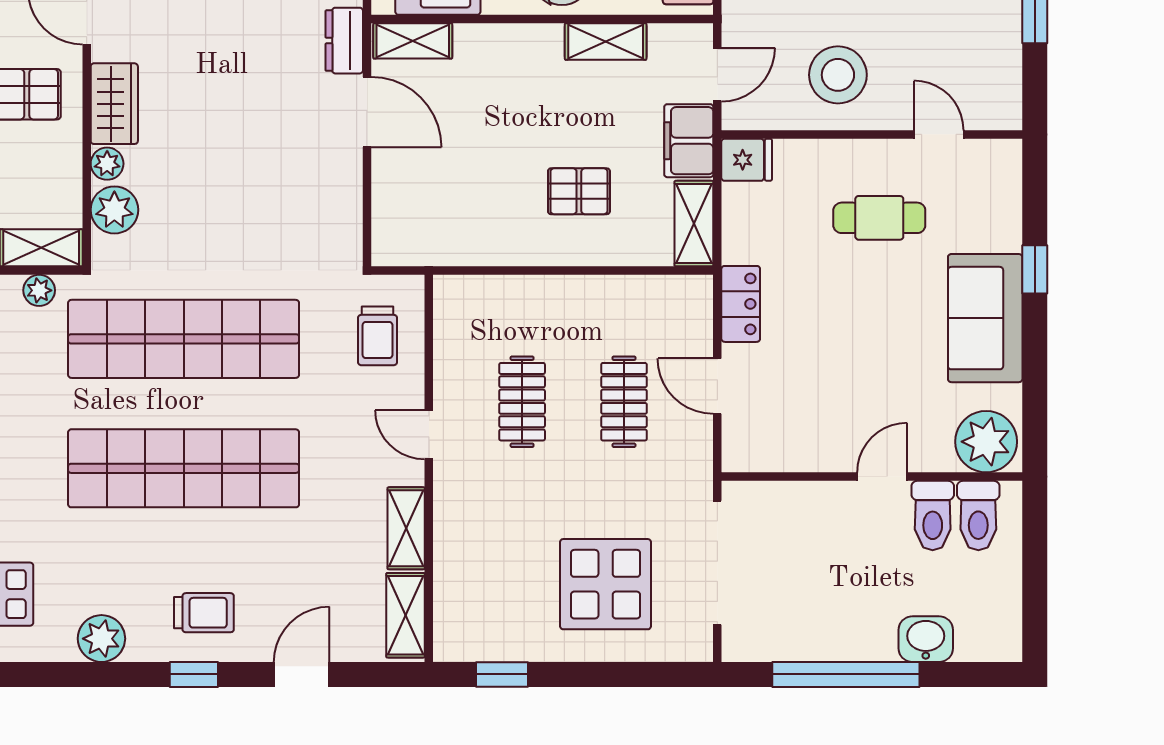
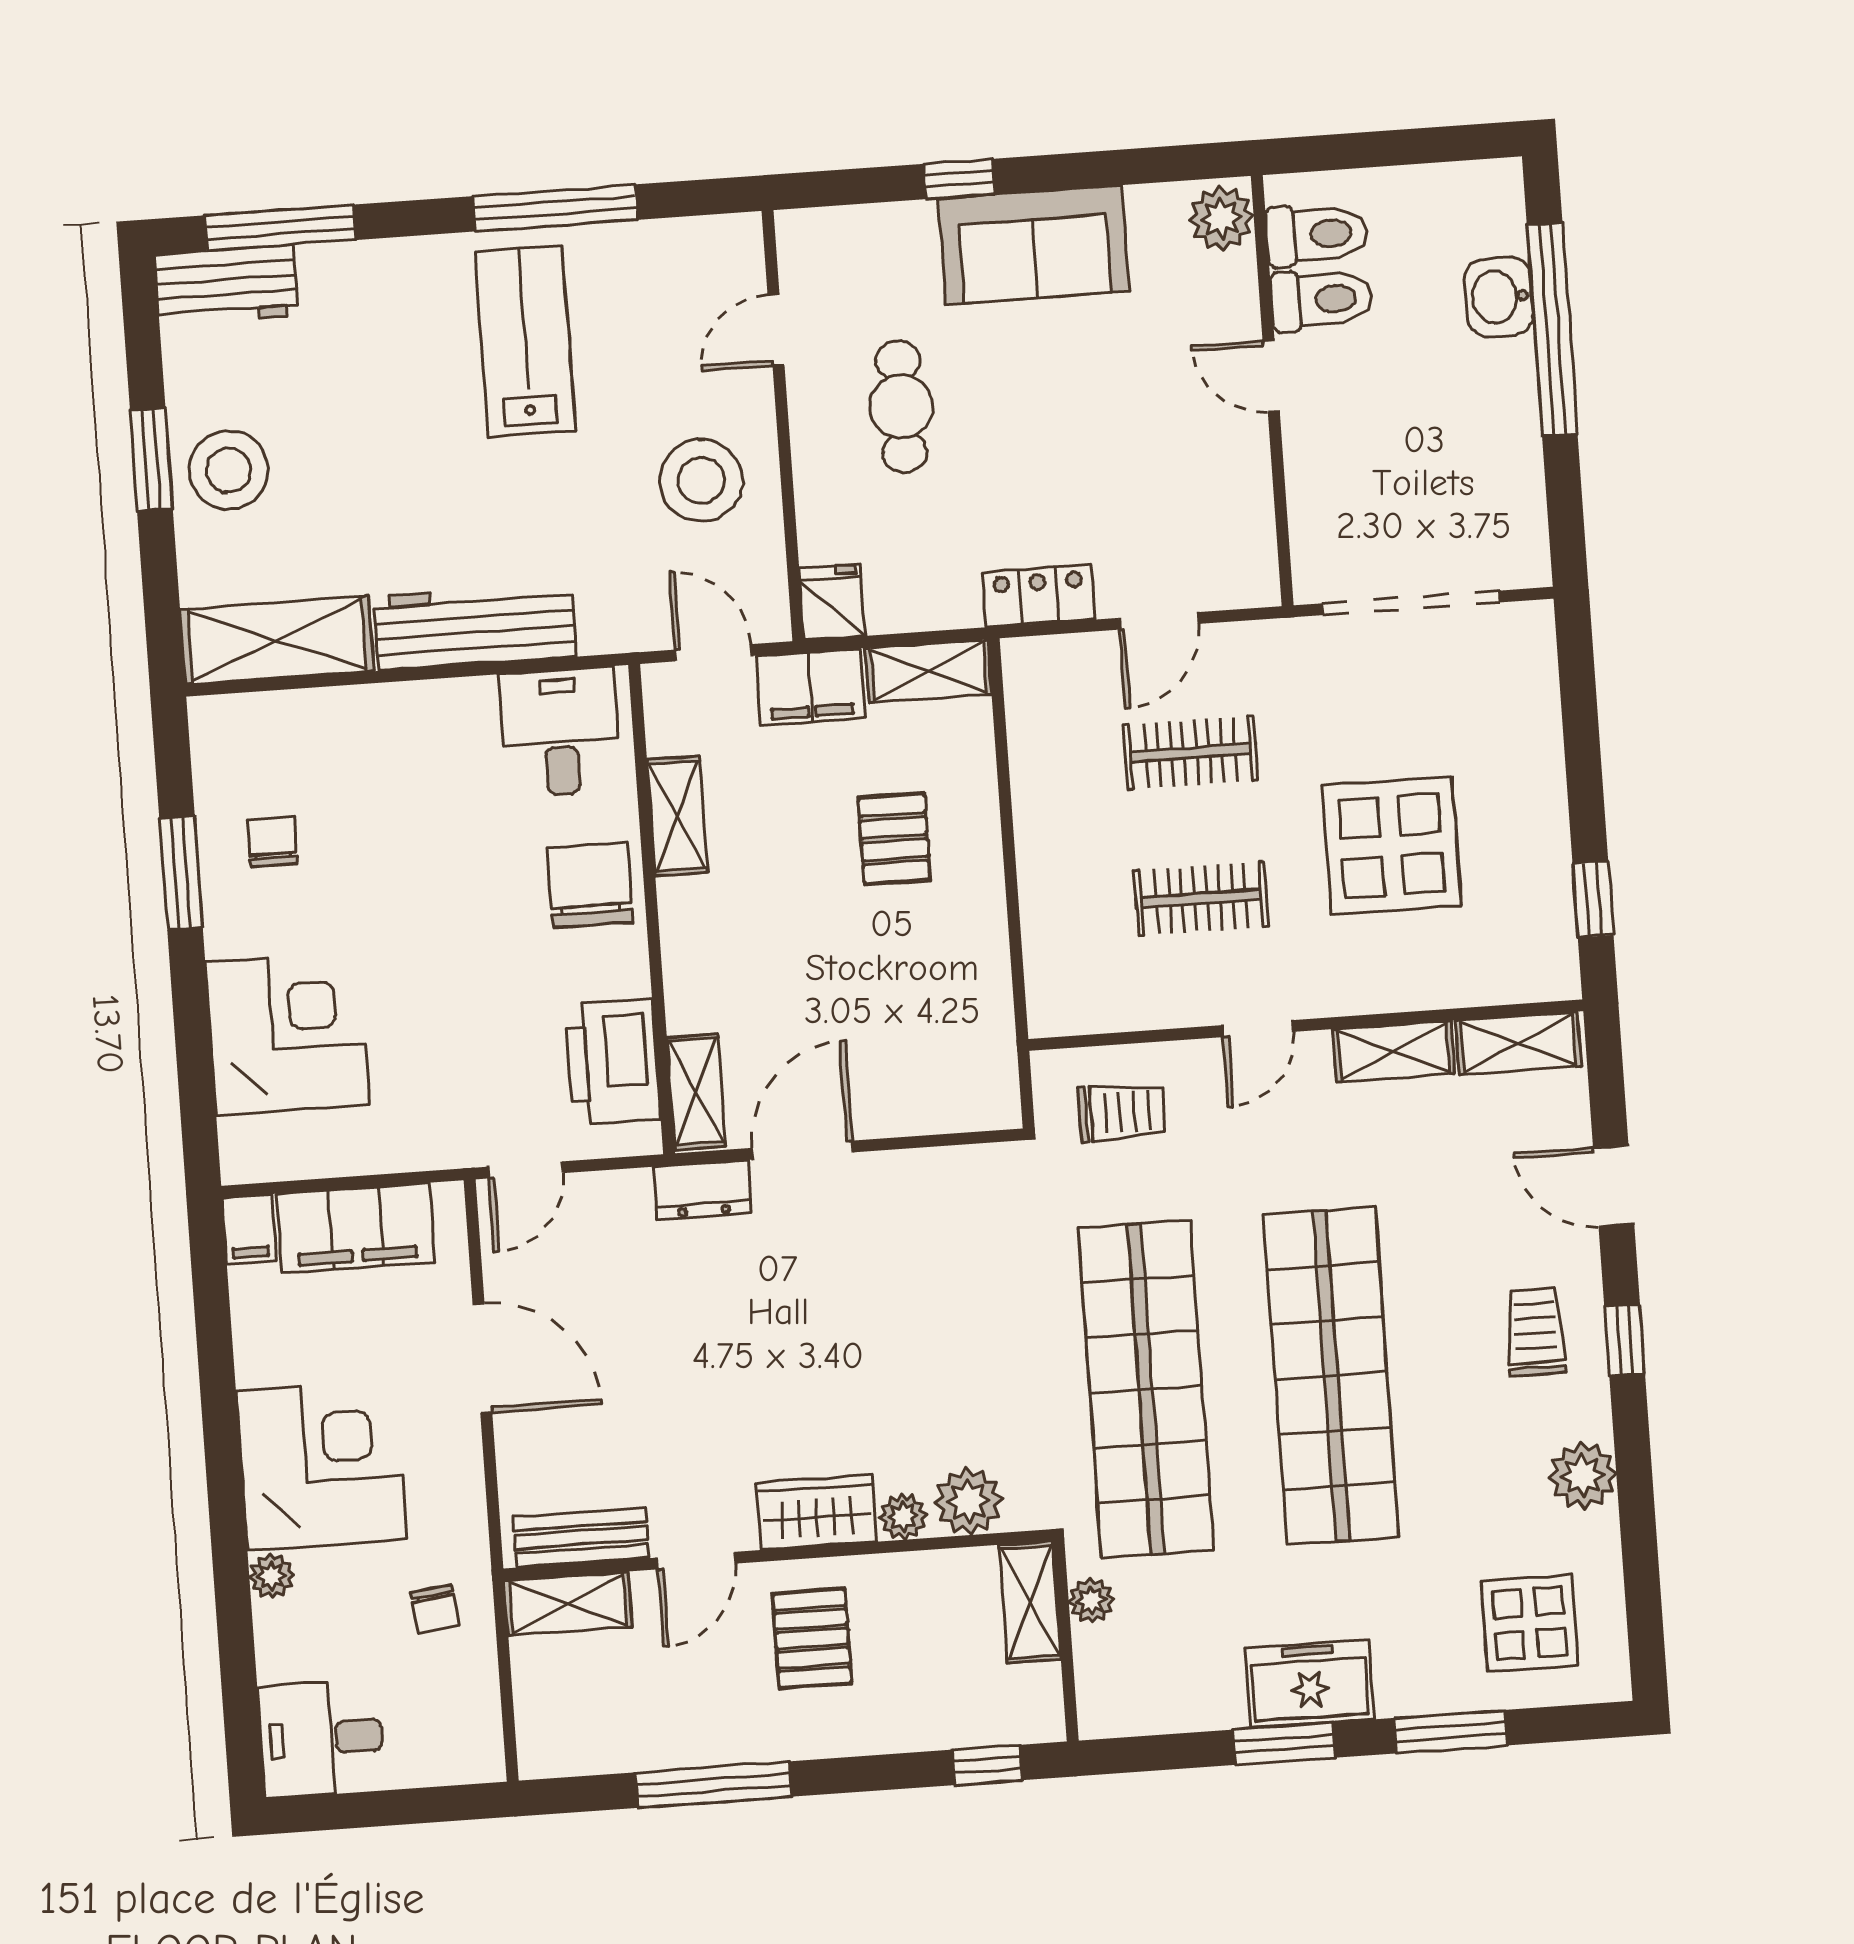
plant: (986, 442) -> (1221, 218), width x0.73, depth x0.73
display table: (606, 584) -> (1391, 846), moved
window: (846, 674) -> (1552, 329), moved

